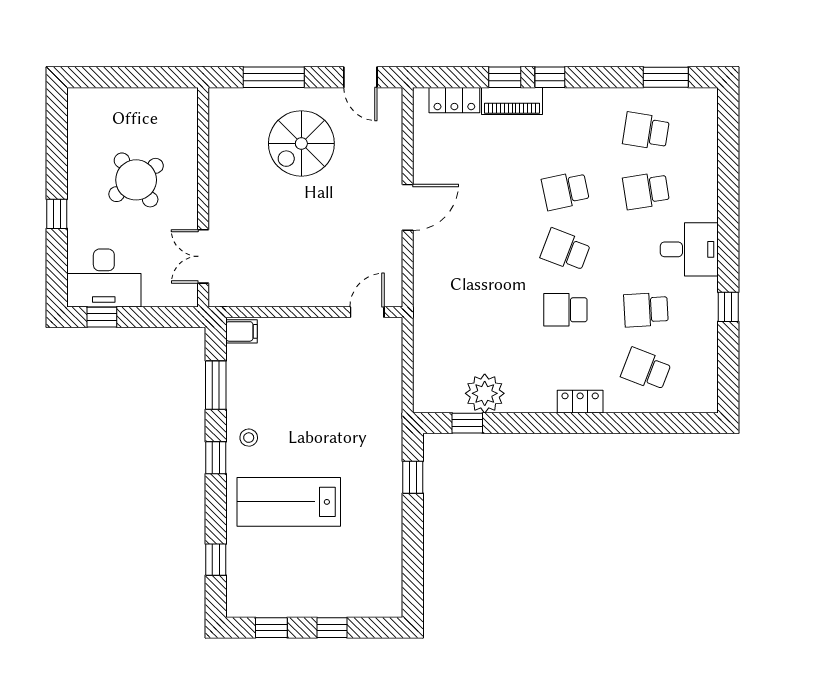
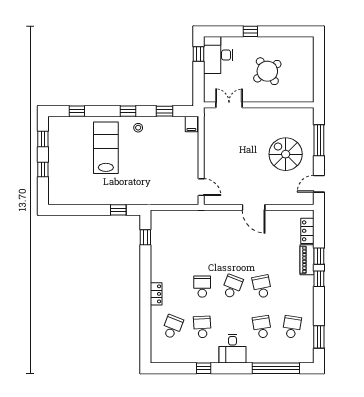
window: (728, 163) -> (276, 368), added
window: (216, 385) -> (164, 111), width x0.67
plant: (485, 393) -> (160, 246), removed

